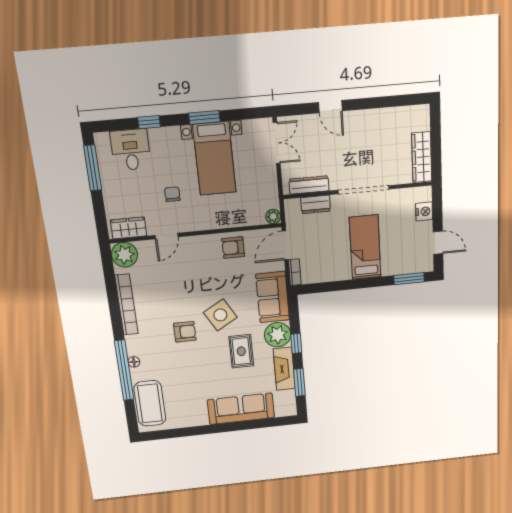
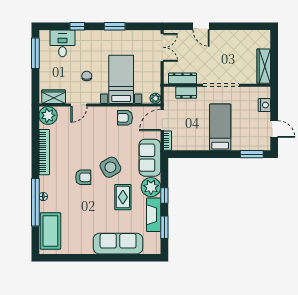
bed with nightstands: (214, 159) -> (121, 79), moved, turned 180

